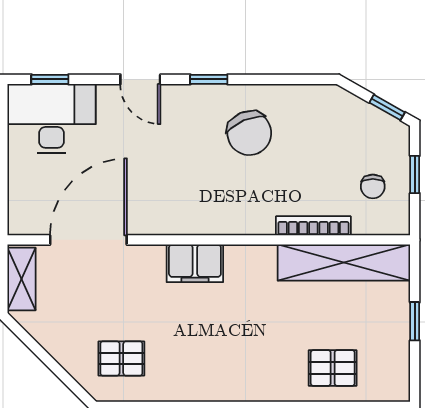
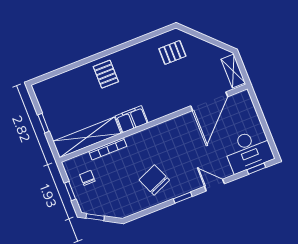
filing cabinet: (195, 263) -> (132, 119), moved
pallet: (333, 368) -> (106, 74), moved, turned 90

